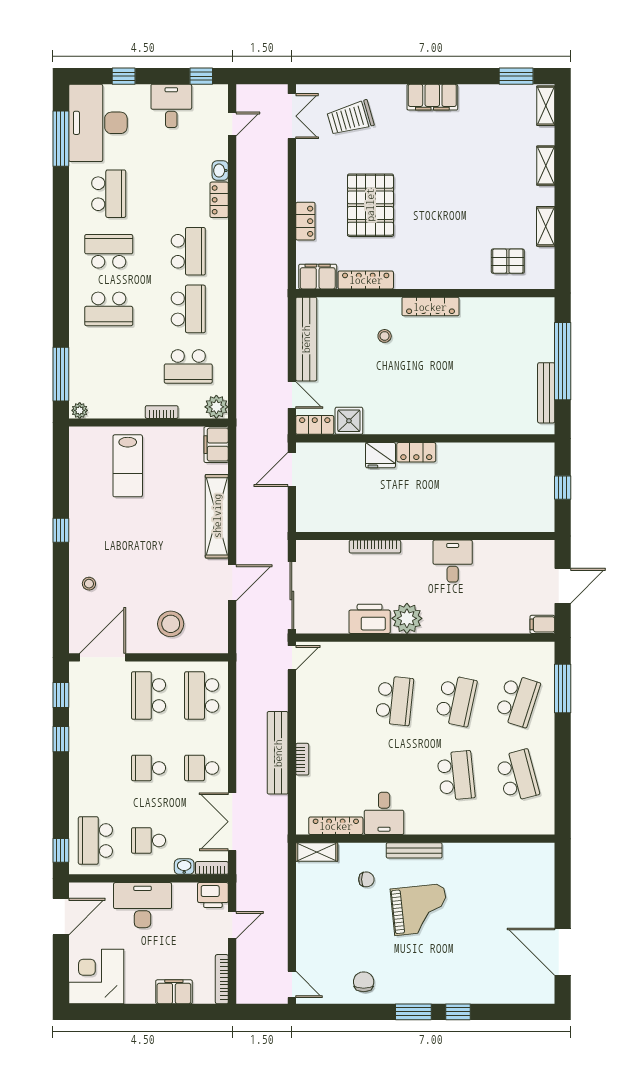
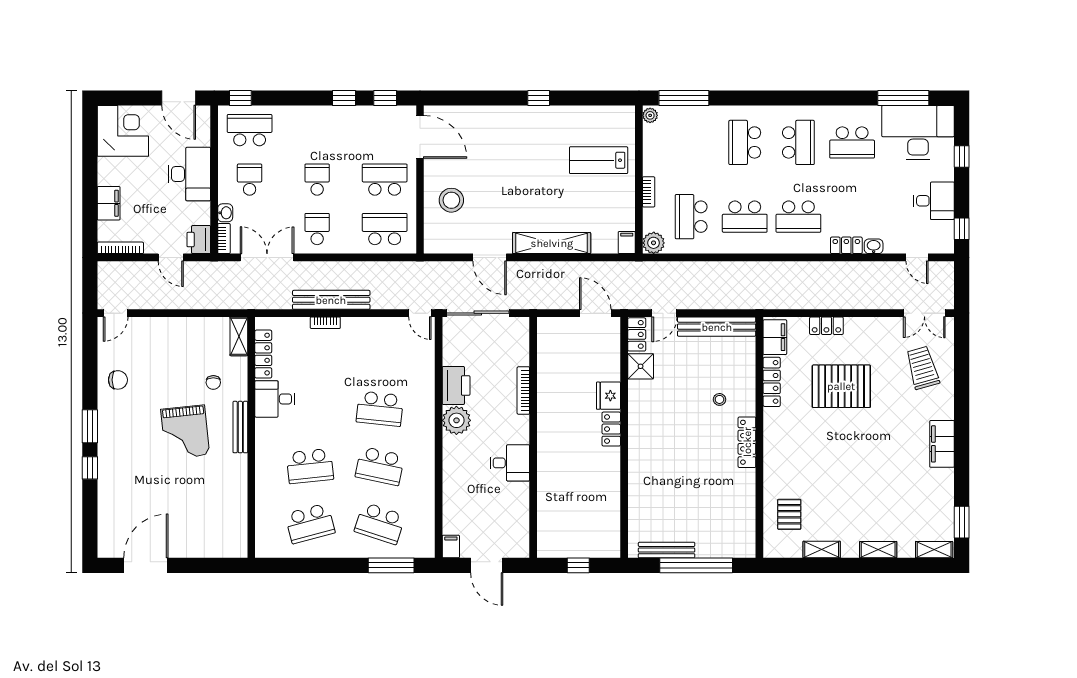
filing cabinet: (216, 445) -> (627, 243), width x0.50
stool: (89, 584) -> (489, 124), removed

